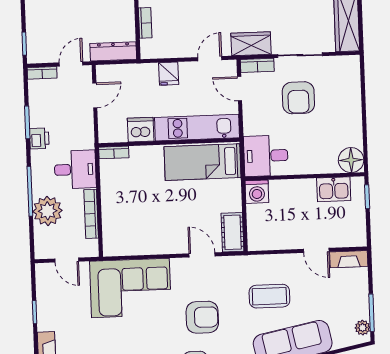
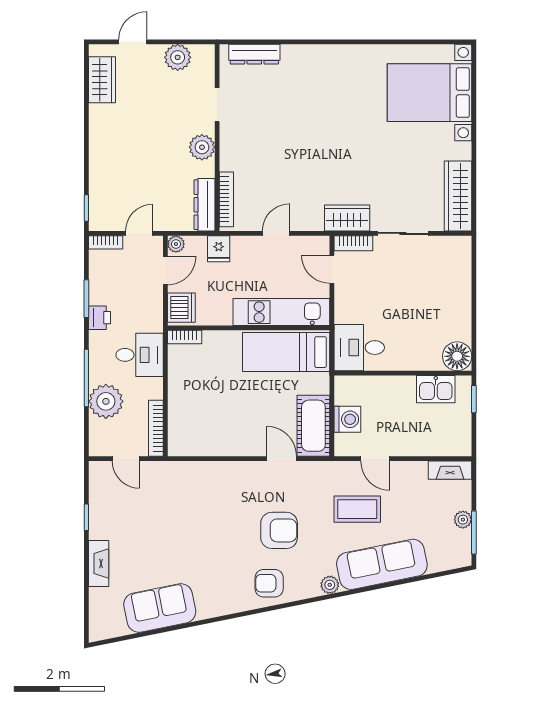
bookcase: (145, 23) -> (226, 199), width x1.56
dresser: (113, 51) -> (205, 205), moved, turned -90
door: (210, 59) -> (276, 233), moved
plant: (103, 72) -> (176, 244), added
fridge: (169, 74) -> (219, 249), moved
armchair: (298, 98) -> (399, 282), removed
dishwasher: (141, 130) -> (181, 308), moved, turned 90
washing machine: (257, 192) -> (347, 419), moved, turned -90
bookcase: (91, 214) -> (156, 428), moved
cot: (232, 232) -> (313, 426), width x1.37, depth x1.34
door: (316, 250) -> (375, 459), moved
corner sofa: (130, 288) -> (198, 494), removed
plant: (363, 328) -> (463, 520), moved

